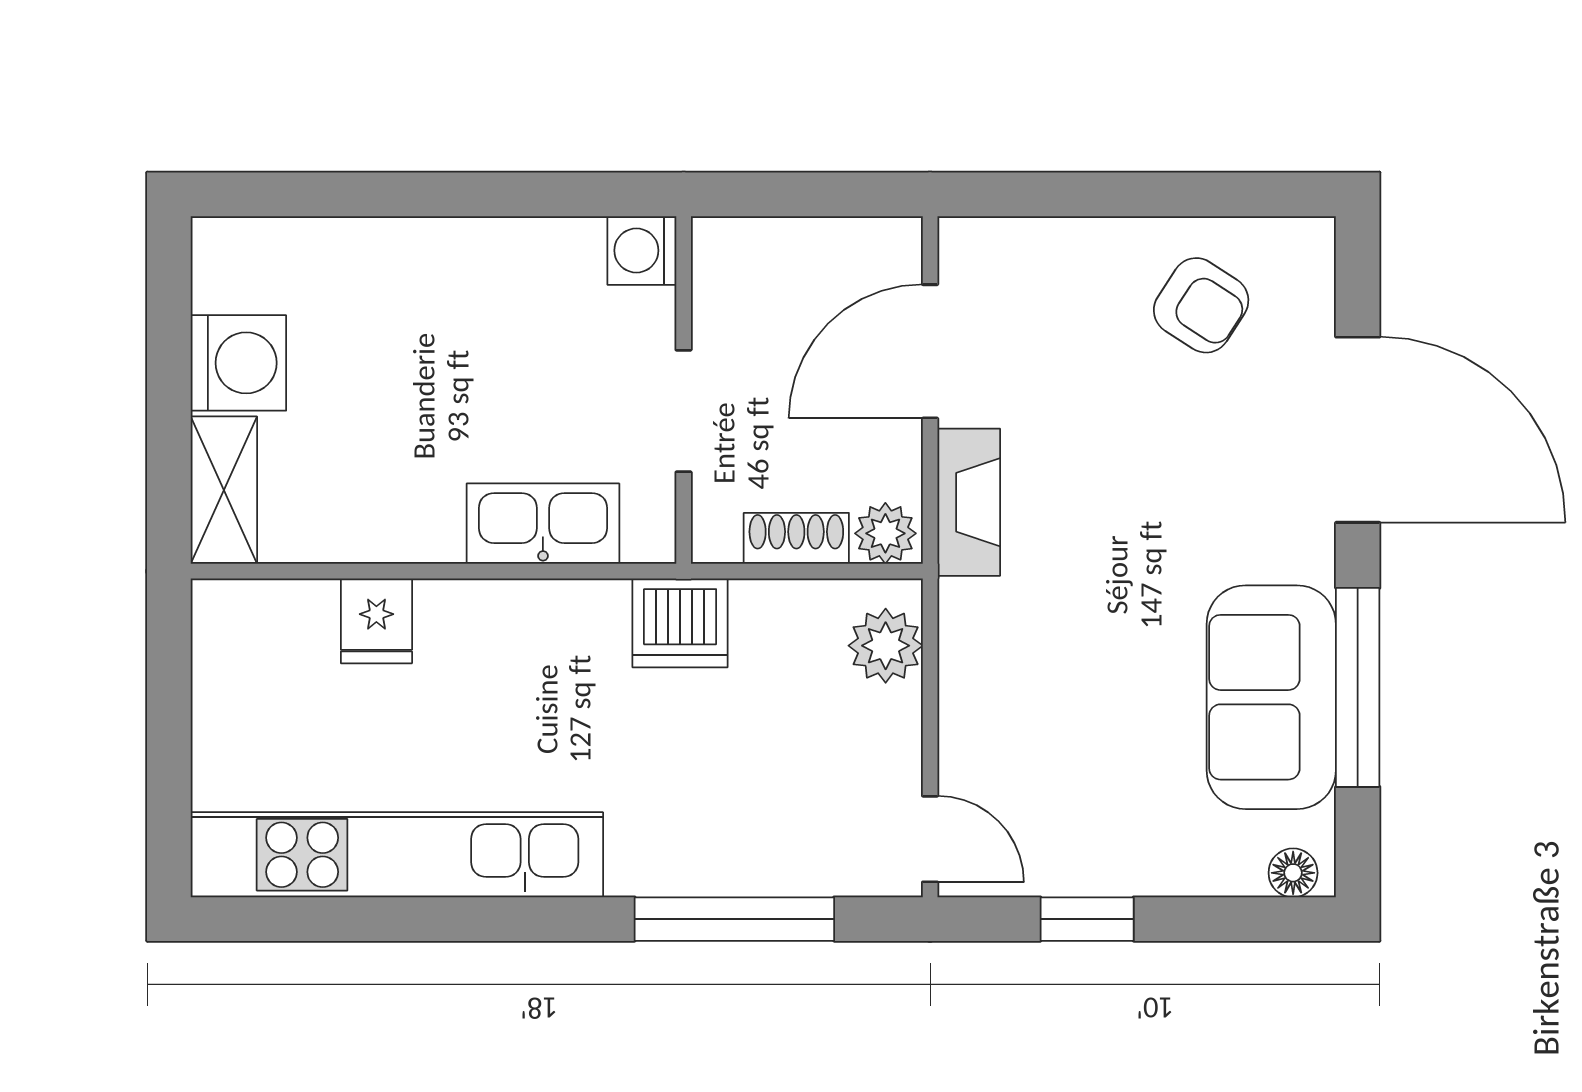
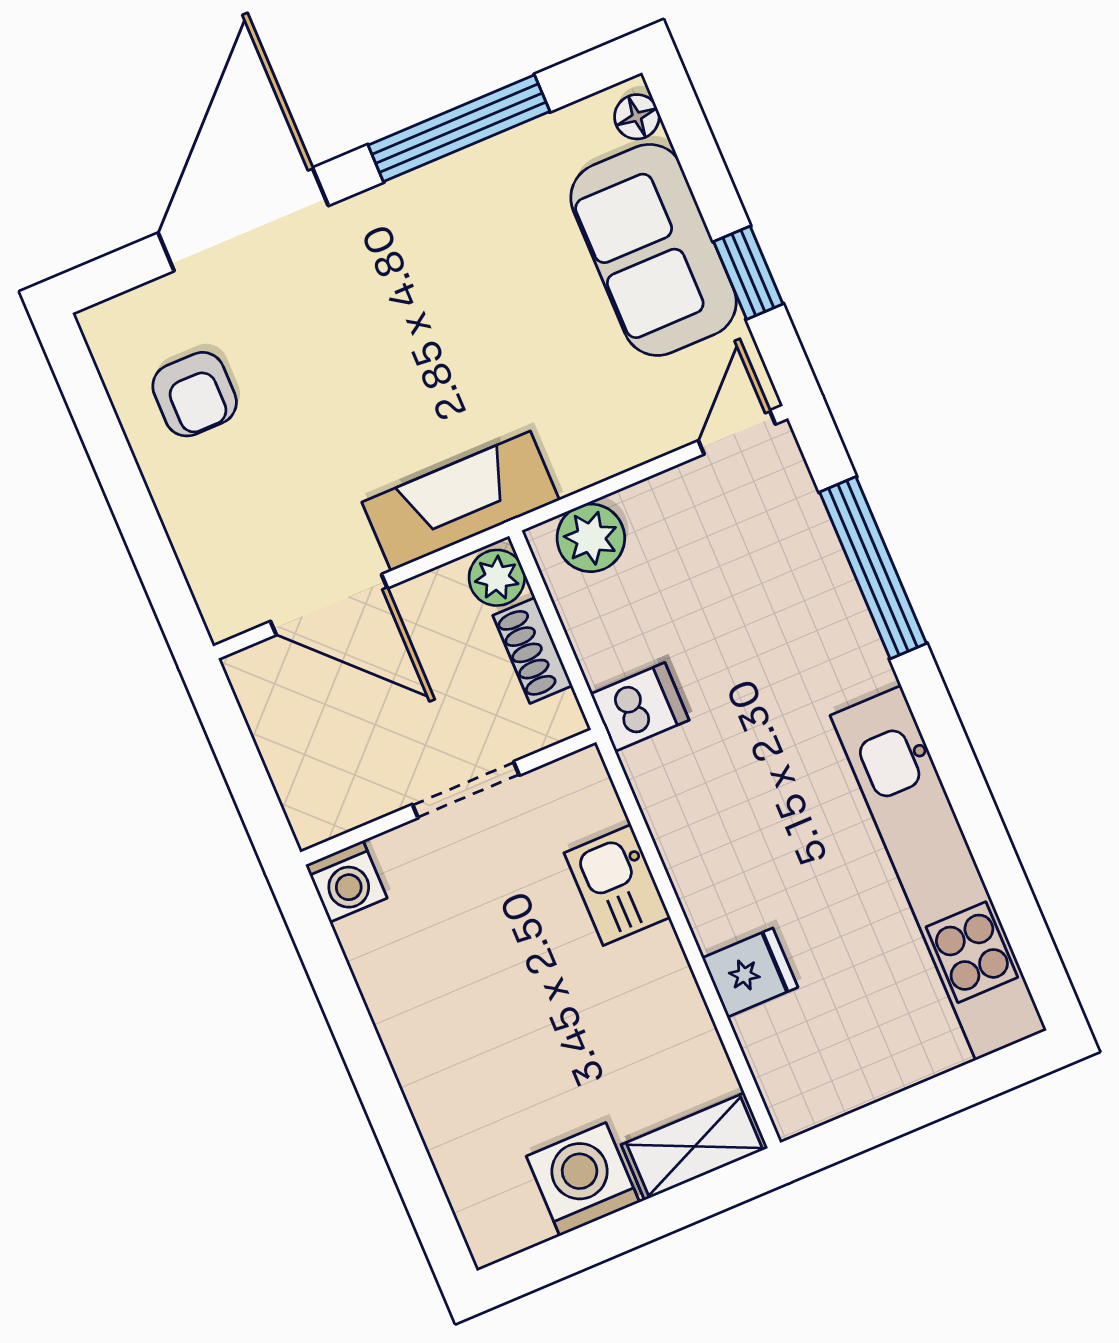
armchair: (1201, 305) -> (195, 394), turned 147
fireplace: (969, 502) -> (461, 501), width x1.37, depth x1.32
kitchen sink: (543, 524) -> (617, 885), width x0.73
dishwasher: (680, 623) -> (640, 707), width x0.73
sofa: (1271, 697) -> (653, 250), moved, turned 90

